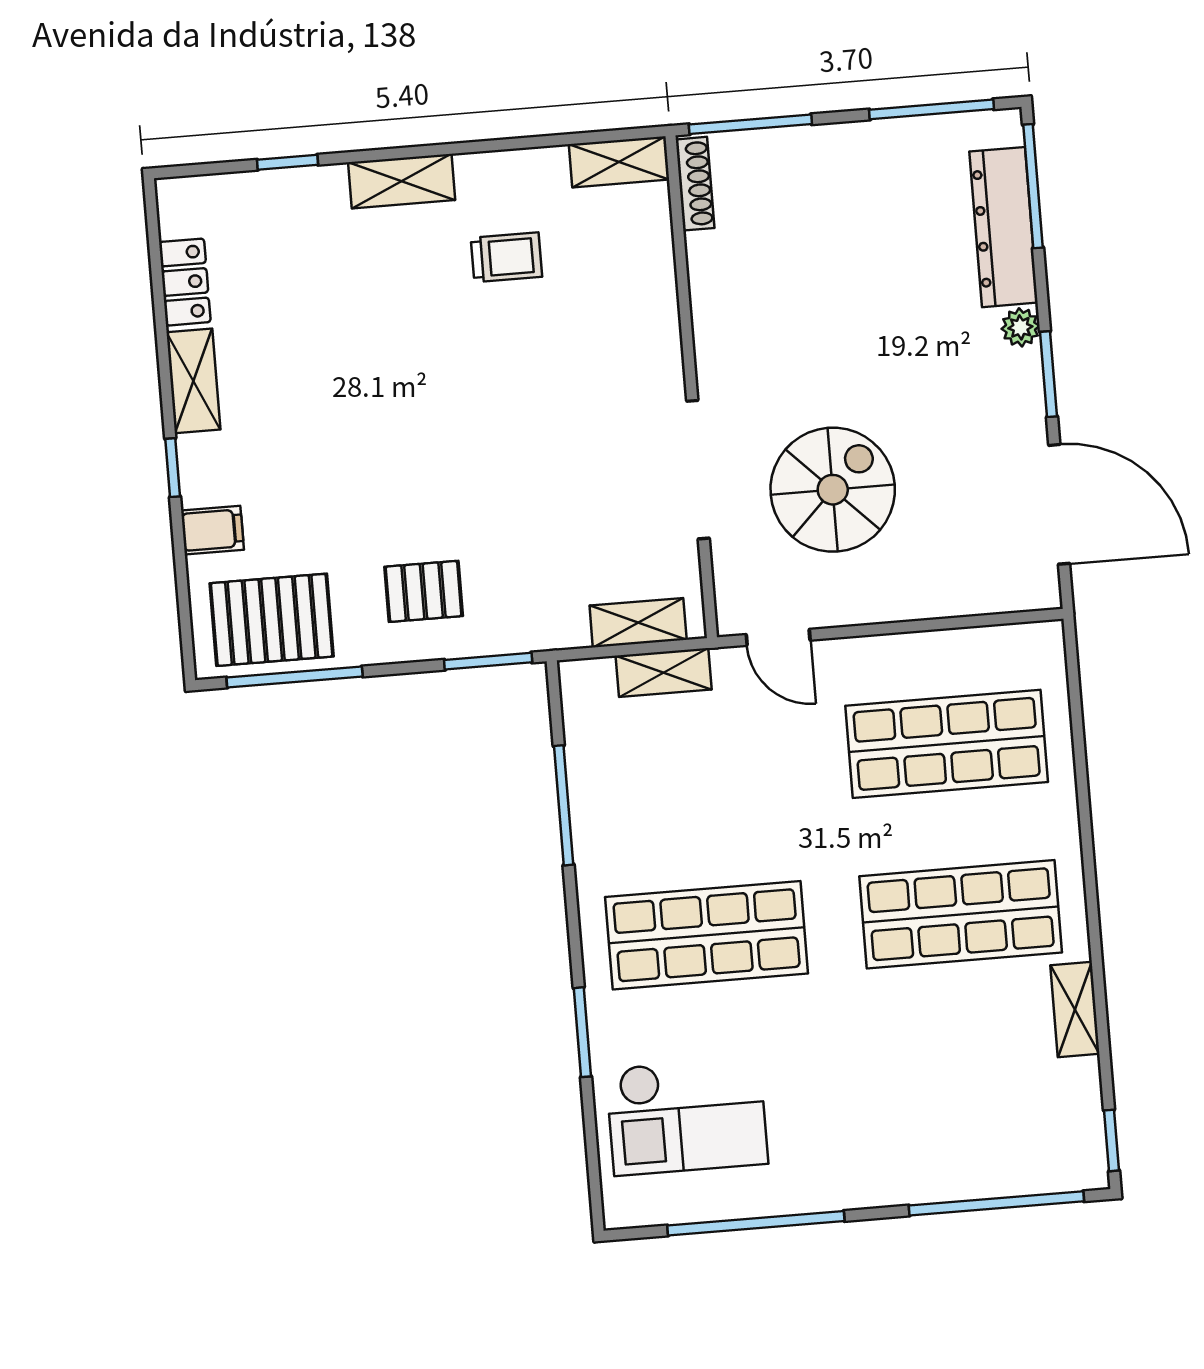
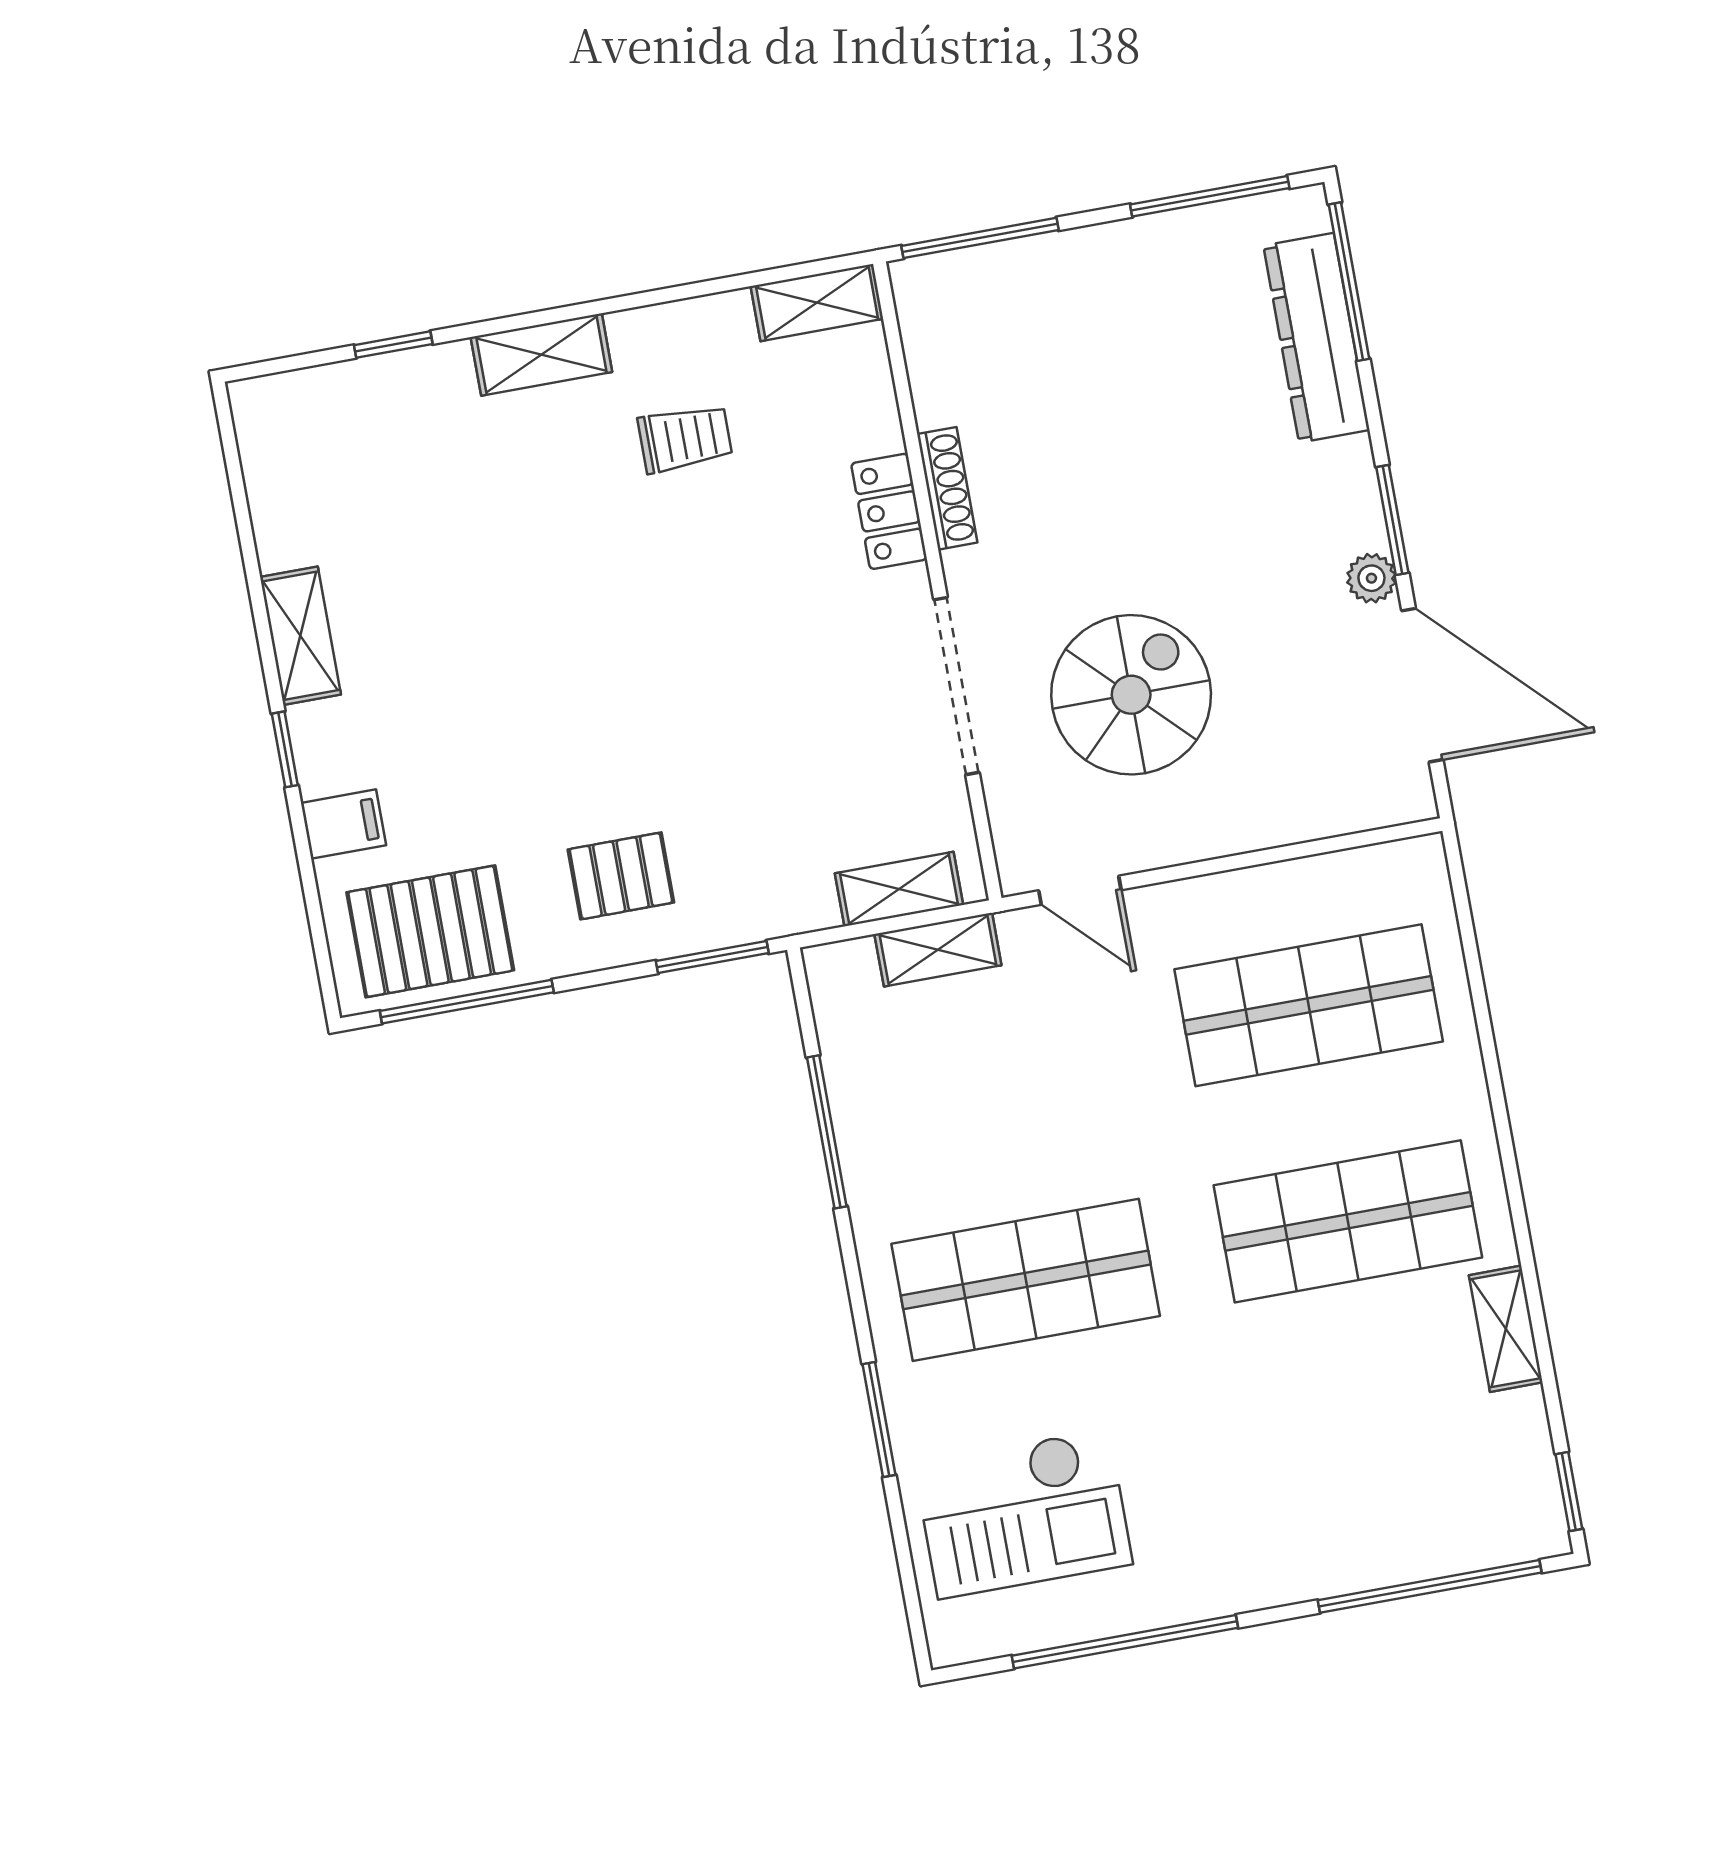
shoe rack: (695, 184) -> (947, 488), moved
locker: (185, 282) -> (889, 511), moved, turned 180
plant: (1020, 327) -> (1371, 578), moved

